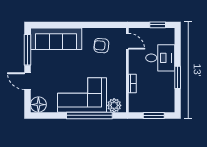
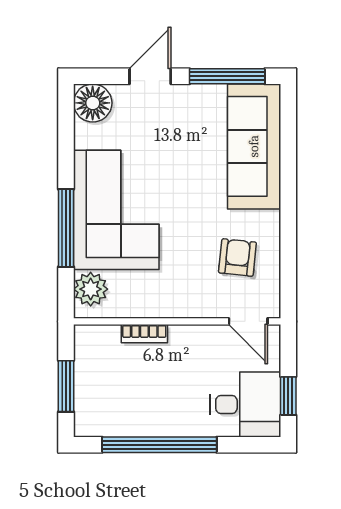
door: (127, 41) -> (248, 321), hinge flipped
desk: (160, 58) -> (245, 404), moved, turned -90
window: (178, 77) -> (159, 445), width x2.11
window: (89, 115) -> (66, 228), width x0.68

